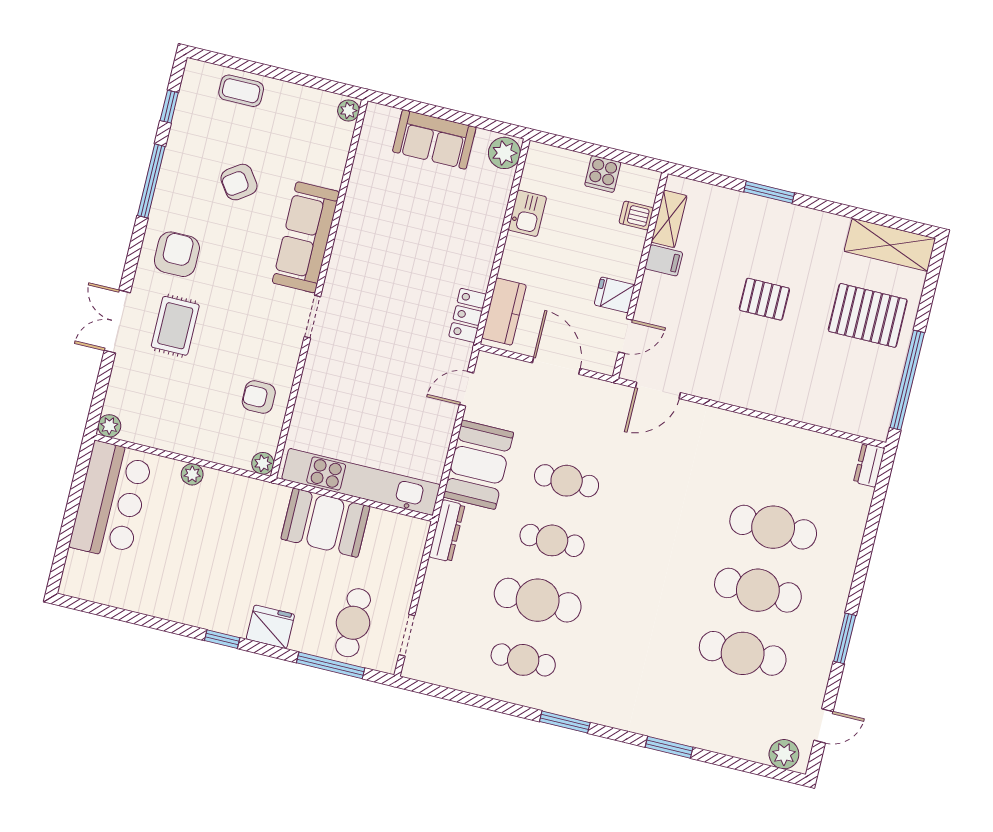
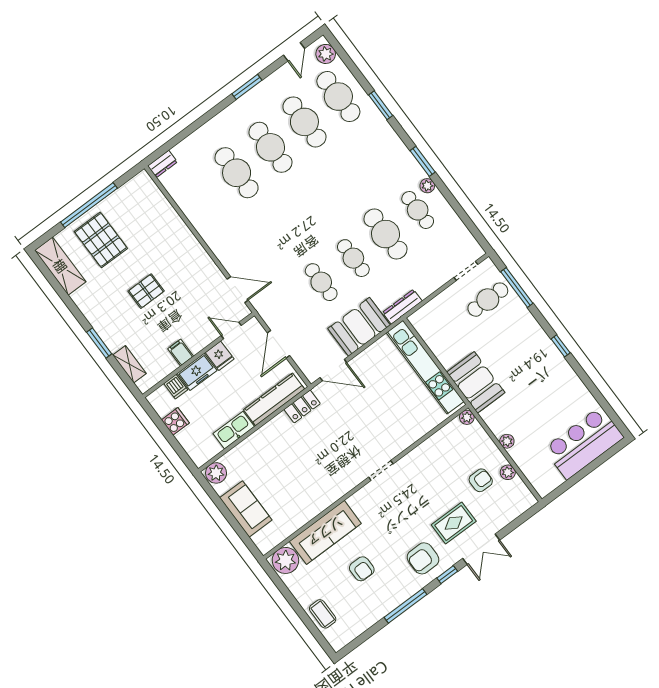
window: (169, 107) -> (447, 575), moved
plant: (348, 111) -> (285, 560), width x1.87, depth x1.87
armchair: (239, 182) -> (362, 569), turned 35
kitchen sink: (527, 213) -> (234, 430), width x1.38
shelving: (669, 219) -> (129, 364), moved, turned 90
sofa: (306, 237) -> (325, 532), moved
freezer: (625, 254) -> (197, 372), added
pallet: (764, 299) -> (146, 291), turned 90
kitchen counter: (504, 312) -> (274, 399), width x1.50
window: (907, 380) -> (89, 205), moved
door: (466, 389) -> (333, 370), width x1.38
armchair: (259, 397) -> (481, 480), moved, turned -90
plant: (109, 426) -> (508, 472), moved
bar counter: (111, 500) -> (584, 443), moved
booth: (325, 523) -> (476, 382), moved
fridge: (270, 627) -> (531, 332), removed
plant: (535, 698) -> (427, 186), added
cafe table: (727, 716) -> (338, 97), added
door: (824, 726) -> (294, 52), swing flipped

